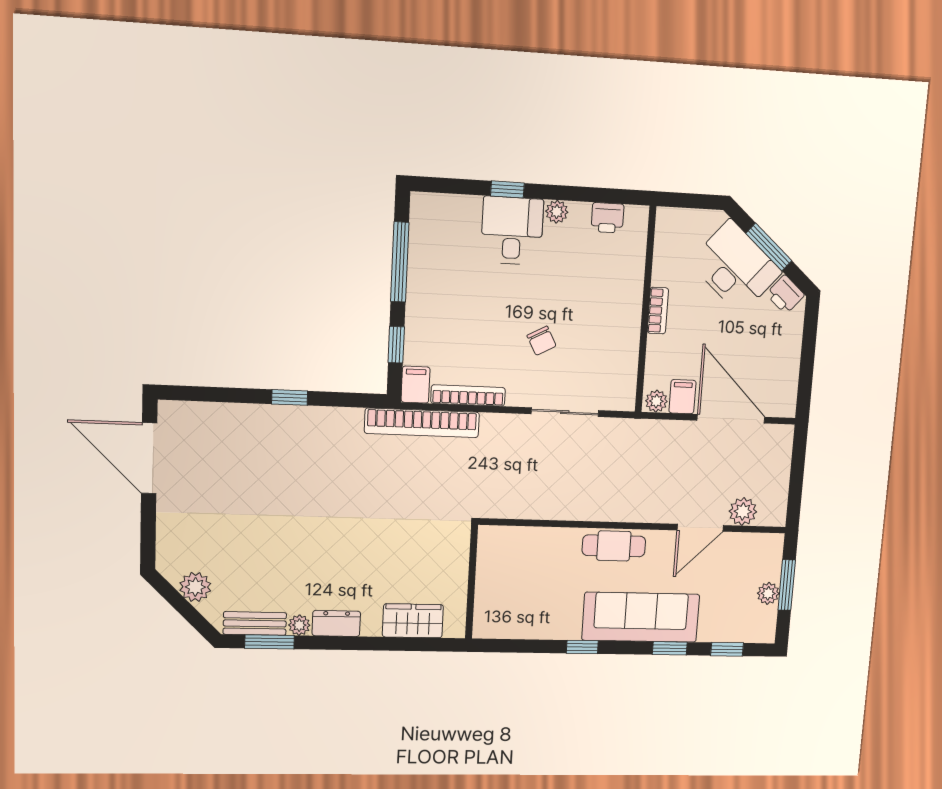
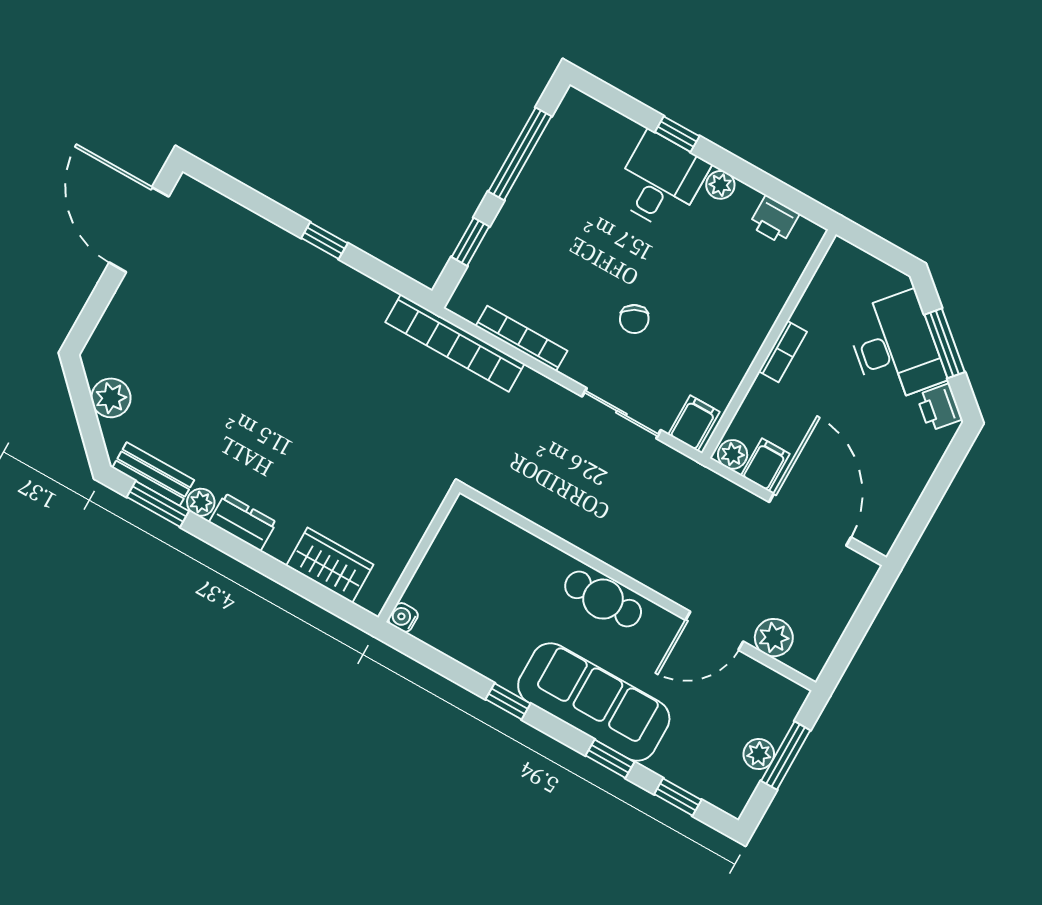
filing cabinet: (416, 385) -> (694, 423), moved
water cooler: (482, 629) -> (403, 617), added

